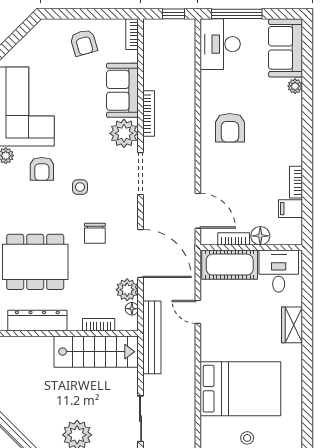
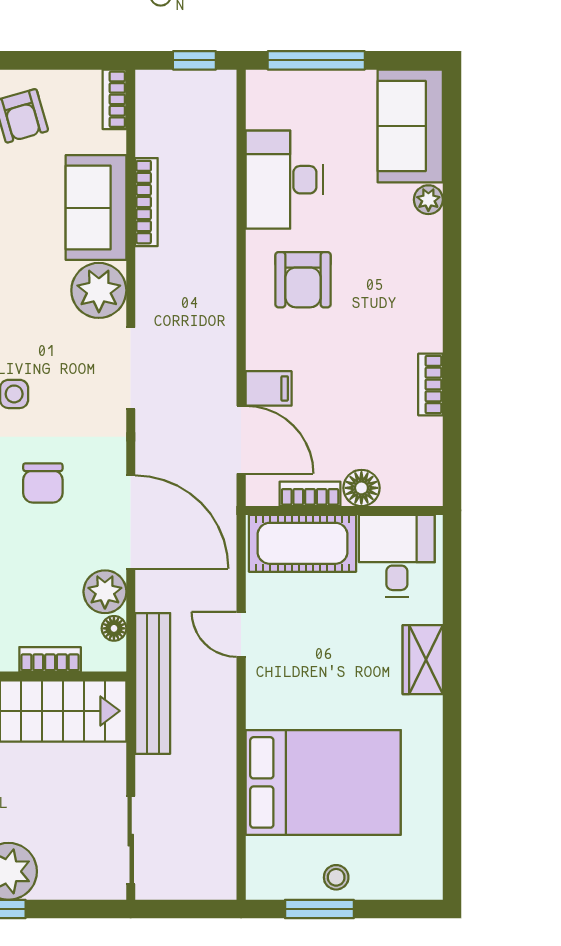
desk: (220, 44) -> (284, 180), moved
bookcase: (149, 113) -> (146, 202), moved
filing cabinet: (291, 209) -> (269, 388), moved, turned 180

